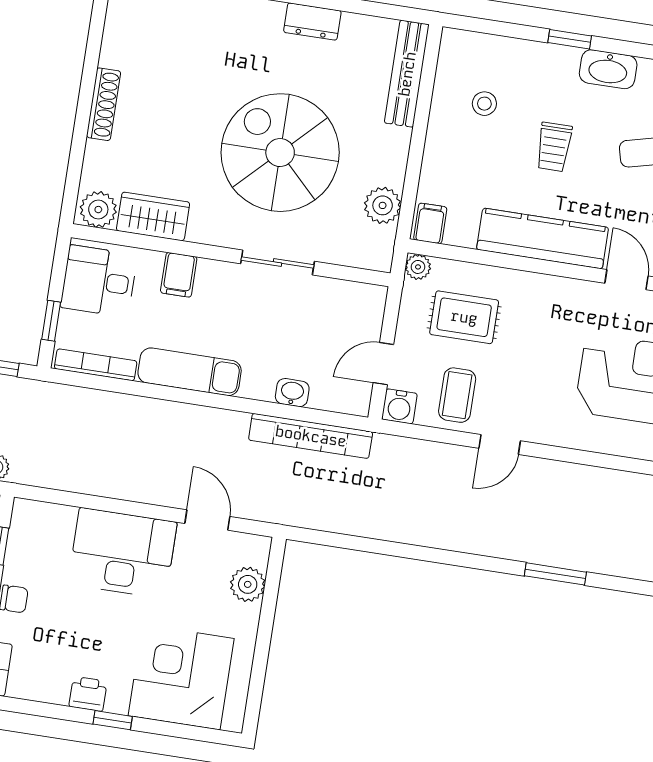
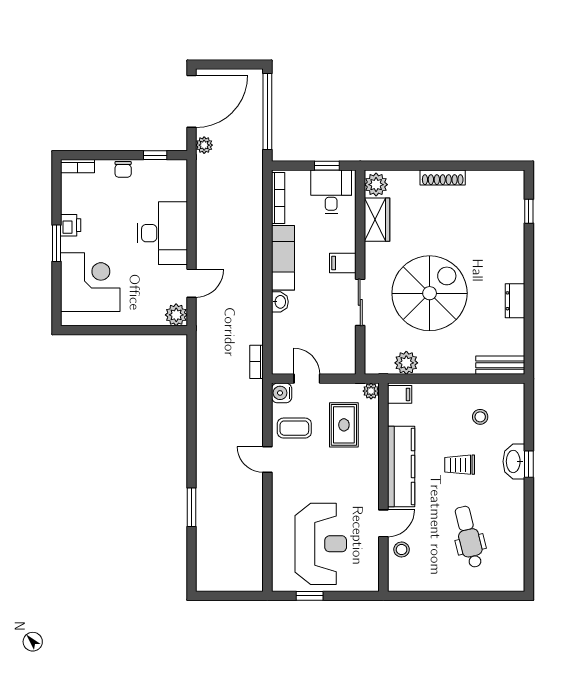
washbasin: (608, 69) -> (514, 461), moved
bench: (407, 74) -> (500, 365), width x0.73
filing cabinet: (179, 275) -> (343, 263), moved
window: (51, 321) -> (327, 166), moved
washbasin: (292, 393) -> (280, 302), moved
bookcase: (311, 436) -> (256, 362), width x0.43, depth x0.76
plant: (248, 584) -> (176, 315), moved
window: (113, 720) -> (57, 243), width x1.50

